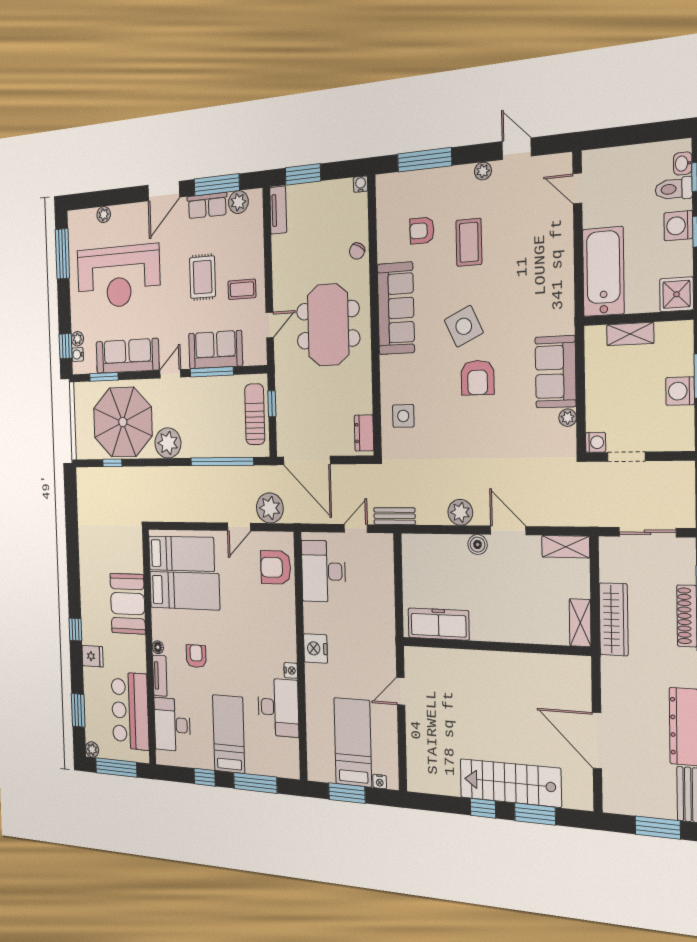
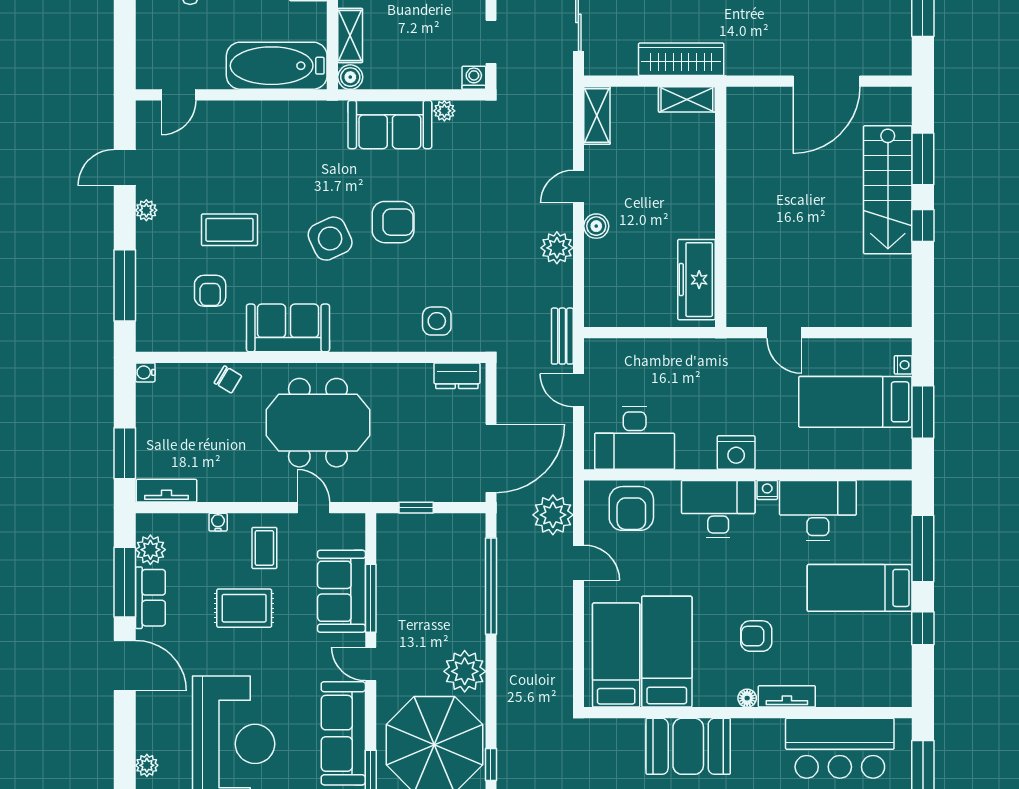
water cooler: (258, 252) -> (218, 522), added
sofa: (396, 308) -> (288, 328), width x0.73
boiler: (595, 336) -> (350, 77), added
sun lounger: (255, 414) -> (429, 534), removed
door: (508, 530) -> (578, 187), width x0.73
desk: (172, 725) -> (718, 509), moved, turned 180

